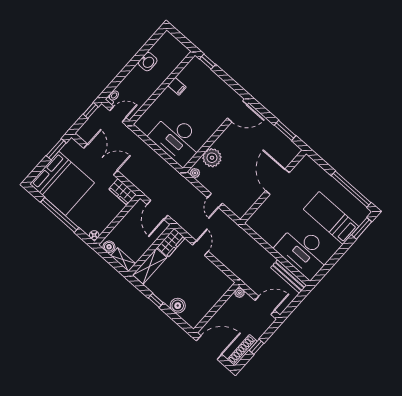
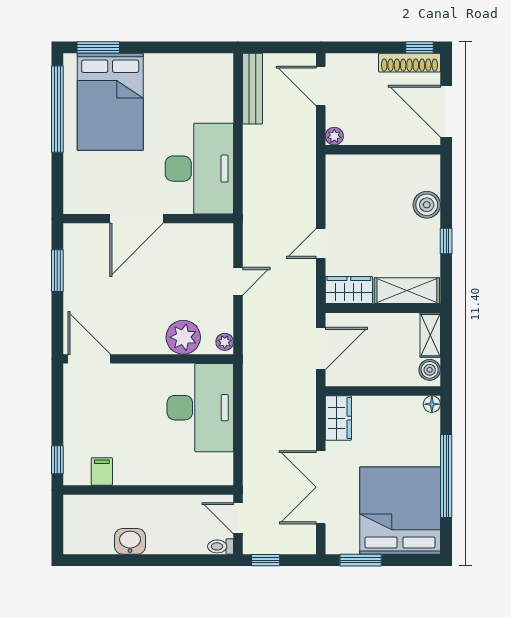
filing cabinet: (177, 86) -> (102, 471), moved
bed: (331, 218) -> (110, 102), width x1.50
desk: (304, 251) -> (199, 169), moved
window: (256, 347) -> (419, 47), moved

